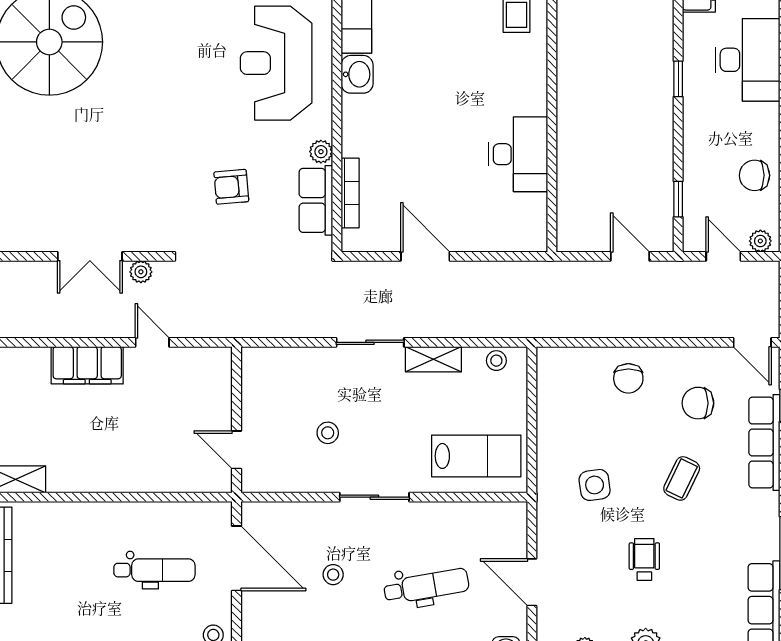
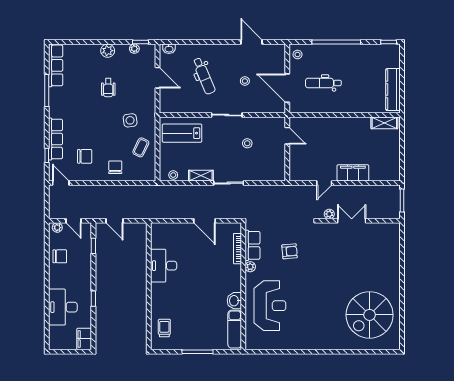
door: (152, 342) -> (324, 183), hinge flipped
coffee table: (682, 478) -> (141, 147), moved
dental chair: (426, 586) -> (204, 76), turned -103

